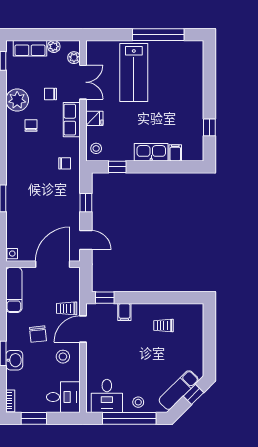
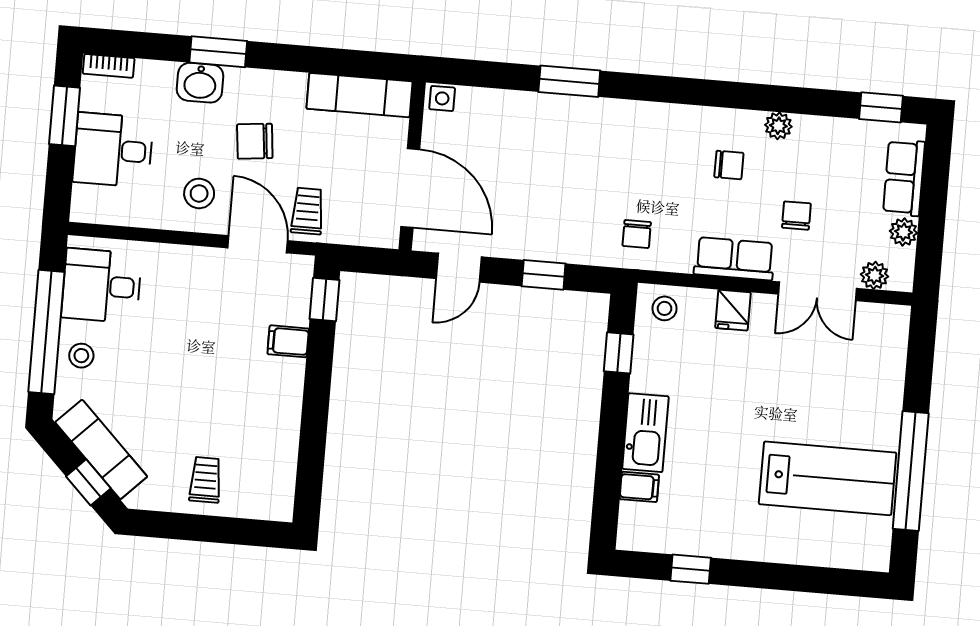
lab bench: (134, 73) -> (828, 478), moved, turned 180
plant: (17, 100) -> (778, 126), width x0.53, depth x0.53
trolley: (164, 326) -> (205, 480), moved
desk: (63, 397) -> (113, 150), moved, turned 90

